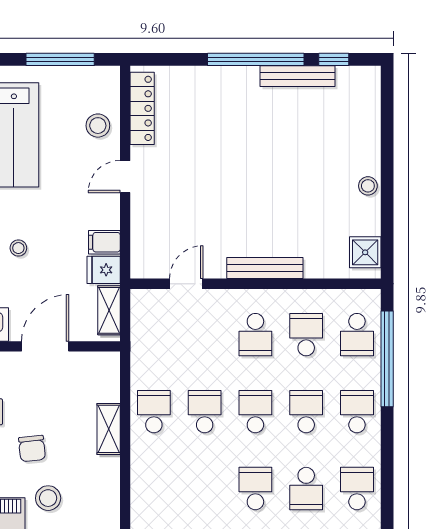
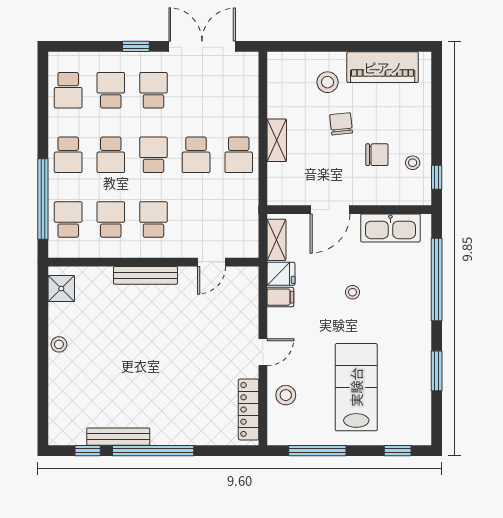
school desk: (306, 335) -> (111, 219), turned 180
school desk: (255, 412) -> (153, 155), turned 180
school desk: (255, 489) -> (153, 90), turned 180

